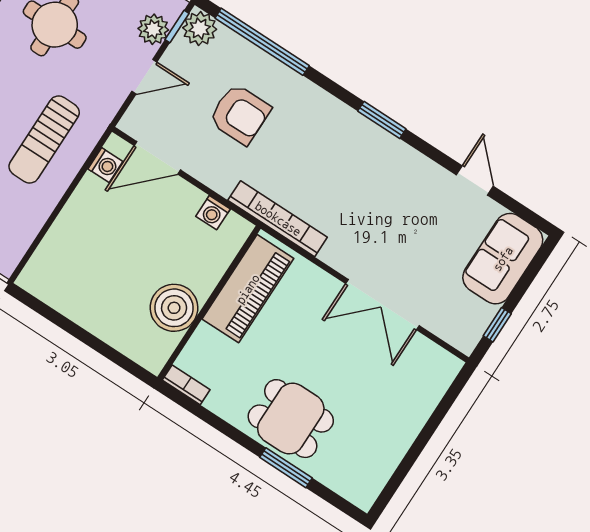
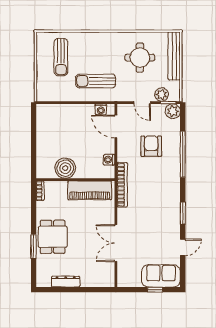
window: (262, 42) -> (183, 154), moved
armchair: (240, 114) -> (151, 146), turned 180
window: (382, 120) -> (183, 213), moved
window: (497, 325) -> (155, 290), moved
dresser: (394, 450) -> (66, 282), added

